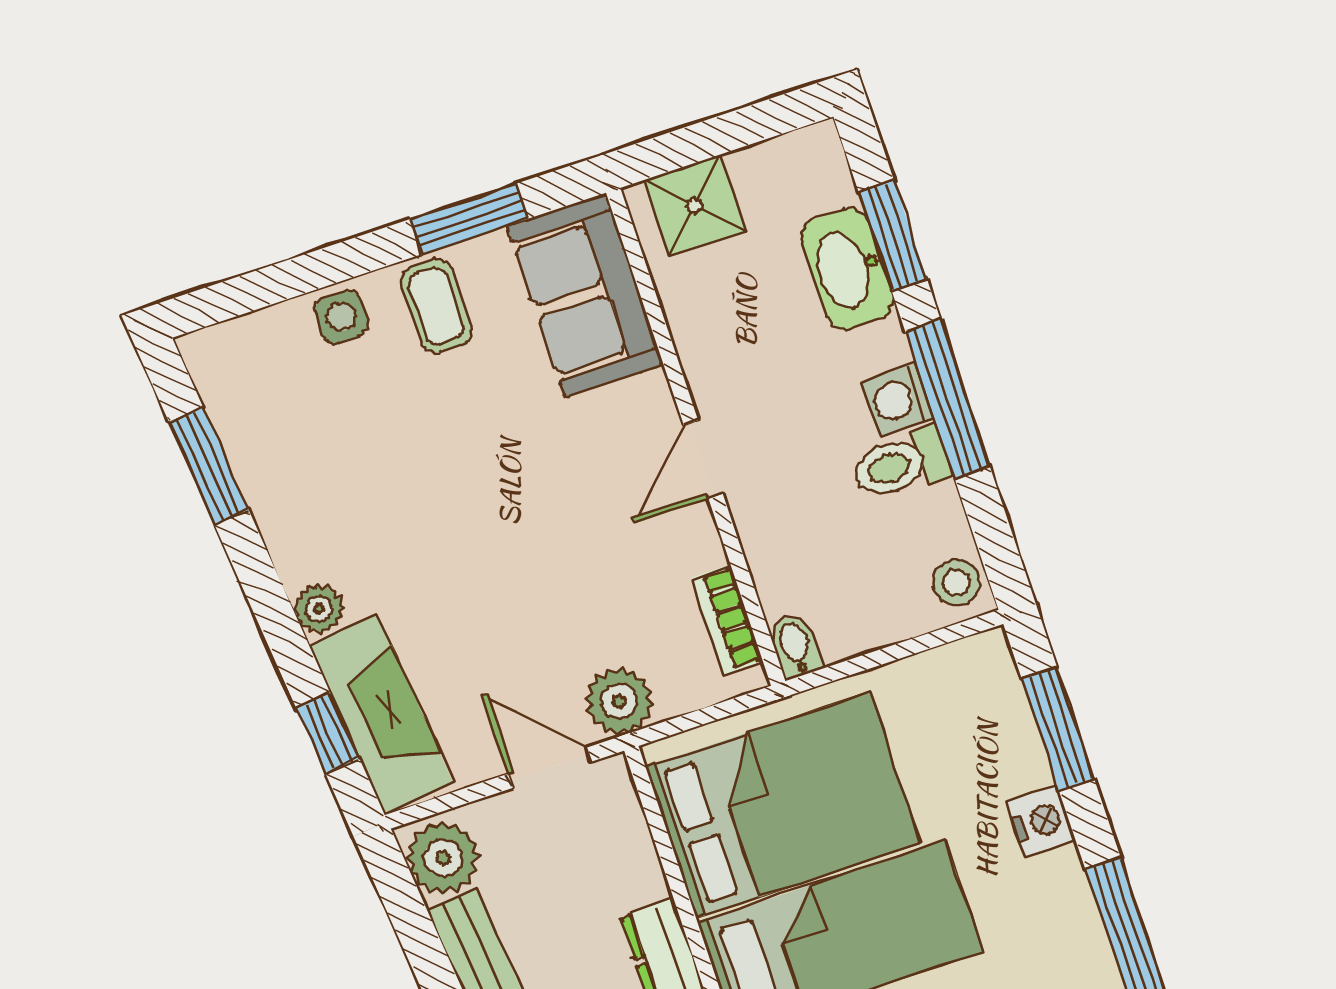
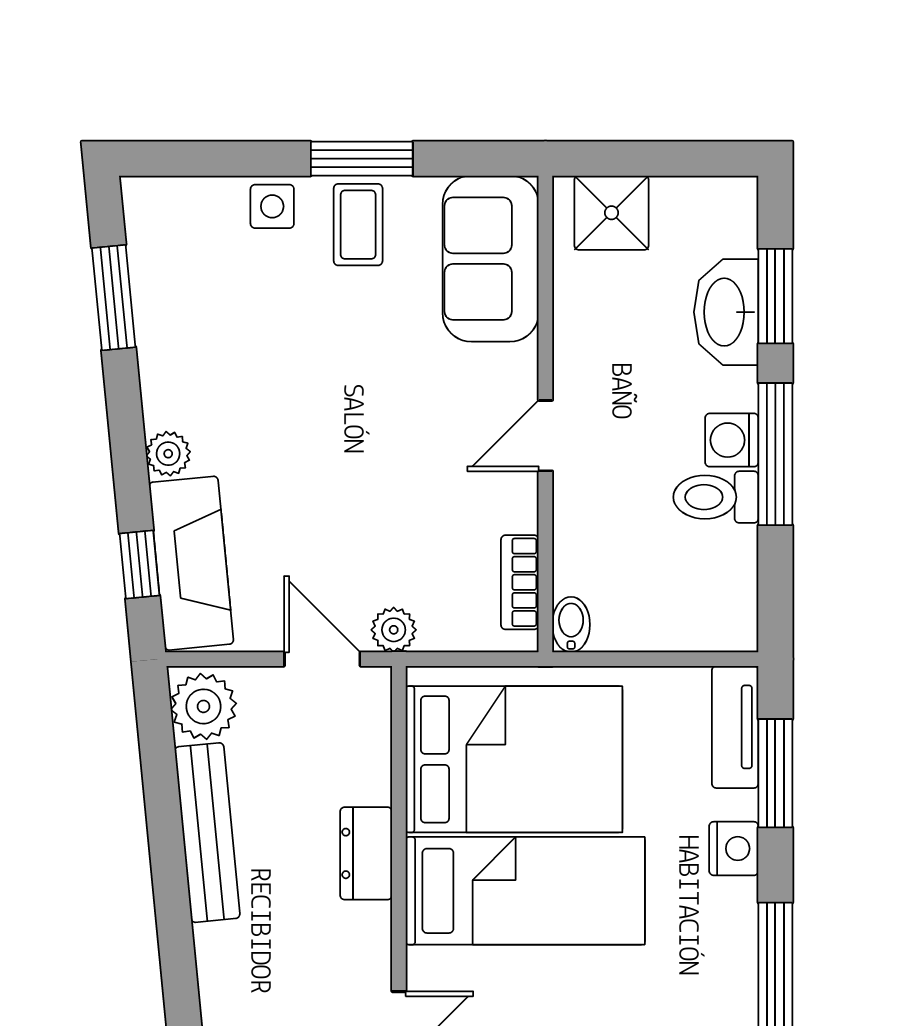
window: (469, 219) -> (362, 159), moved
stool: (956, 583) -> (730, 616), removed
tv unit: (1000, 695) -> (735, 727), added
plant: (619, 701) -> (394, 630), width x0.73, depth x0.73

